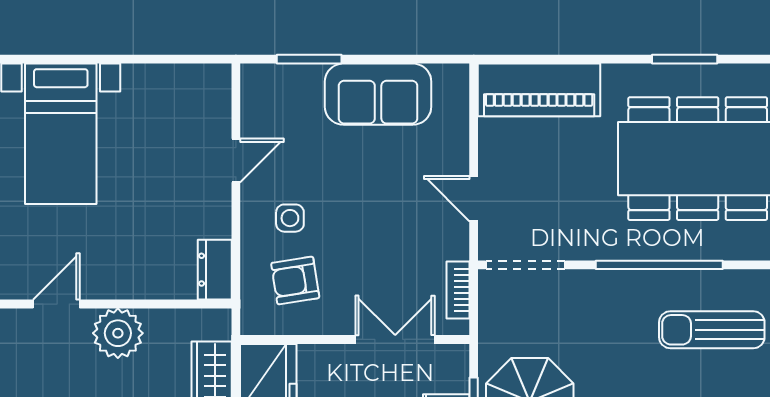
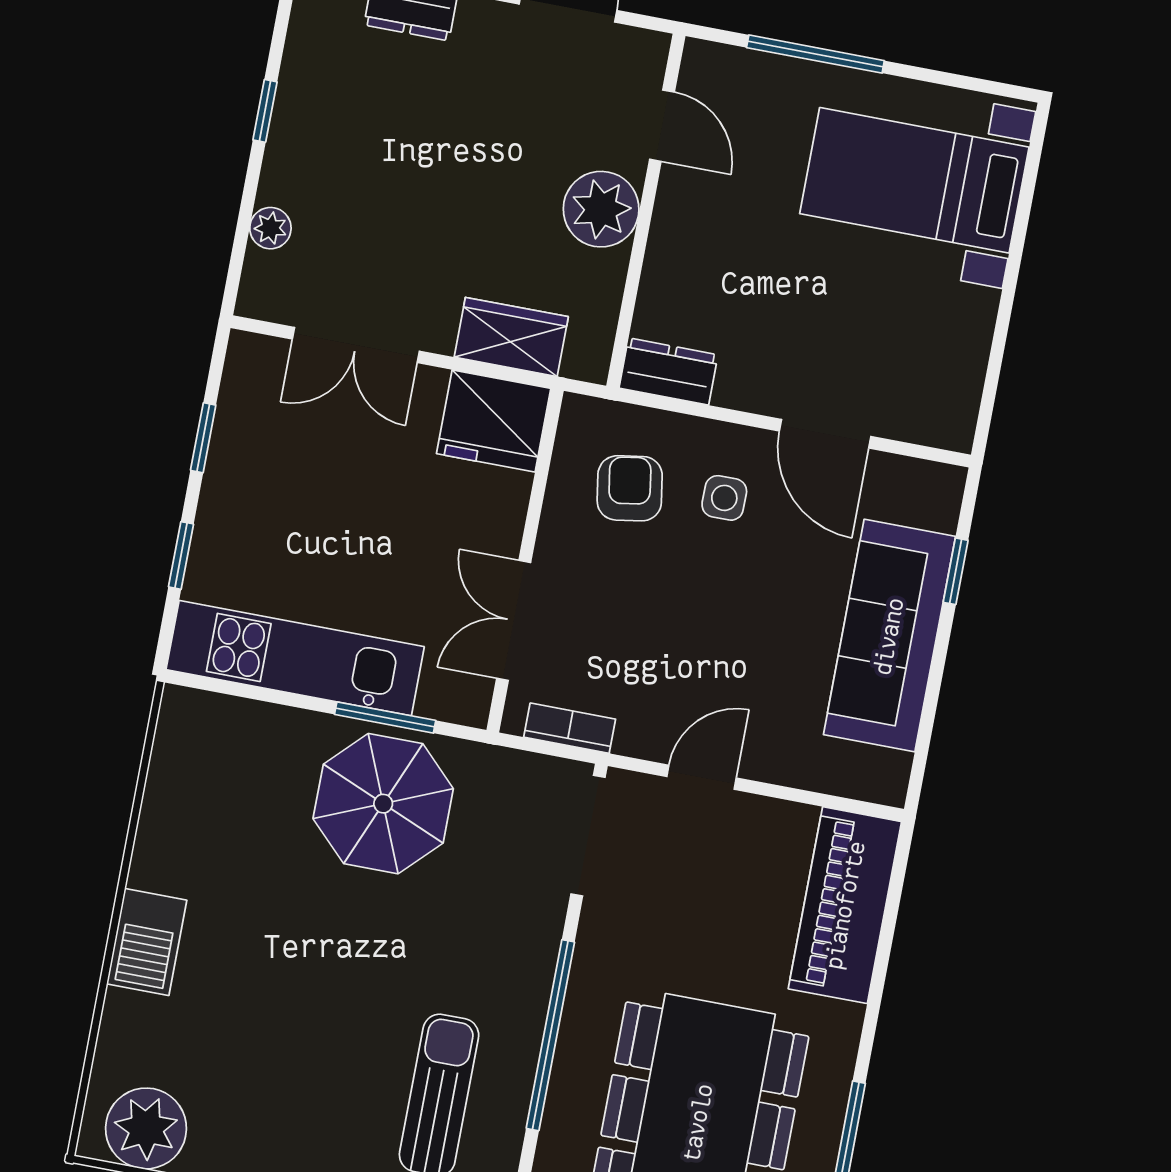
window: (309, 59) -> (956, 571), width x0.67
sofa: (378, 94) -> (889, 636), width x1.36
door: (236, 160) -> (825, 434), width x1.38
double door: (395, 339) -> (514, 620), swing flipped

